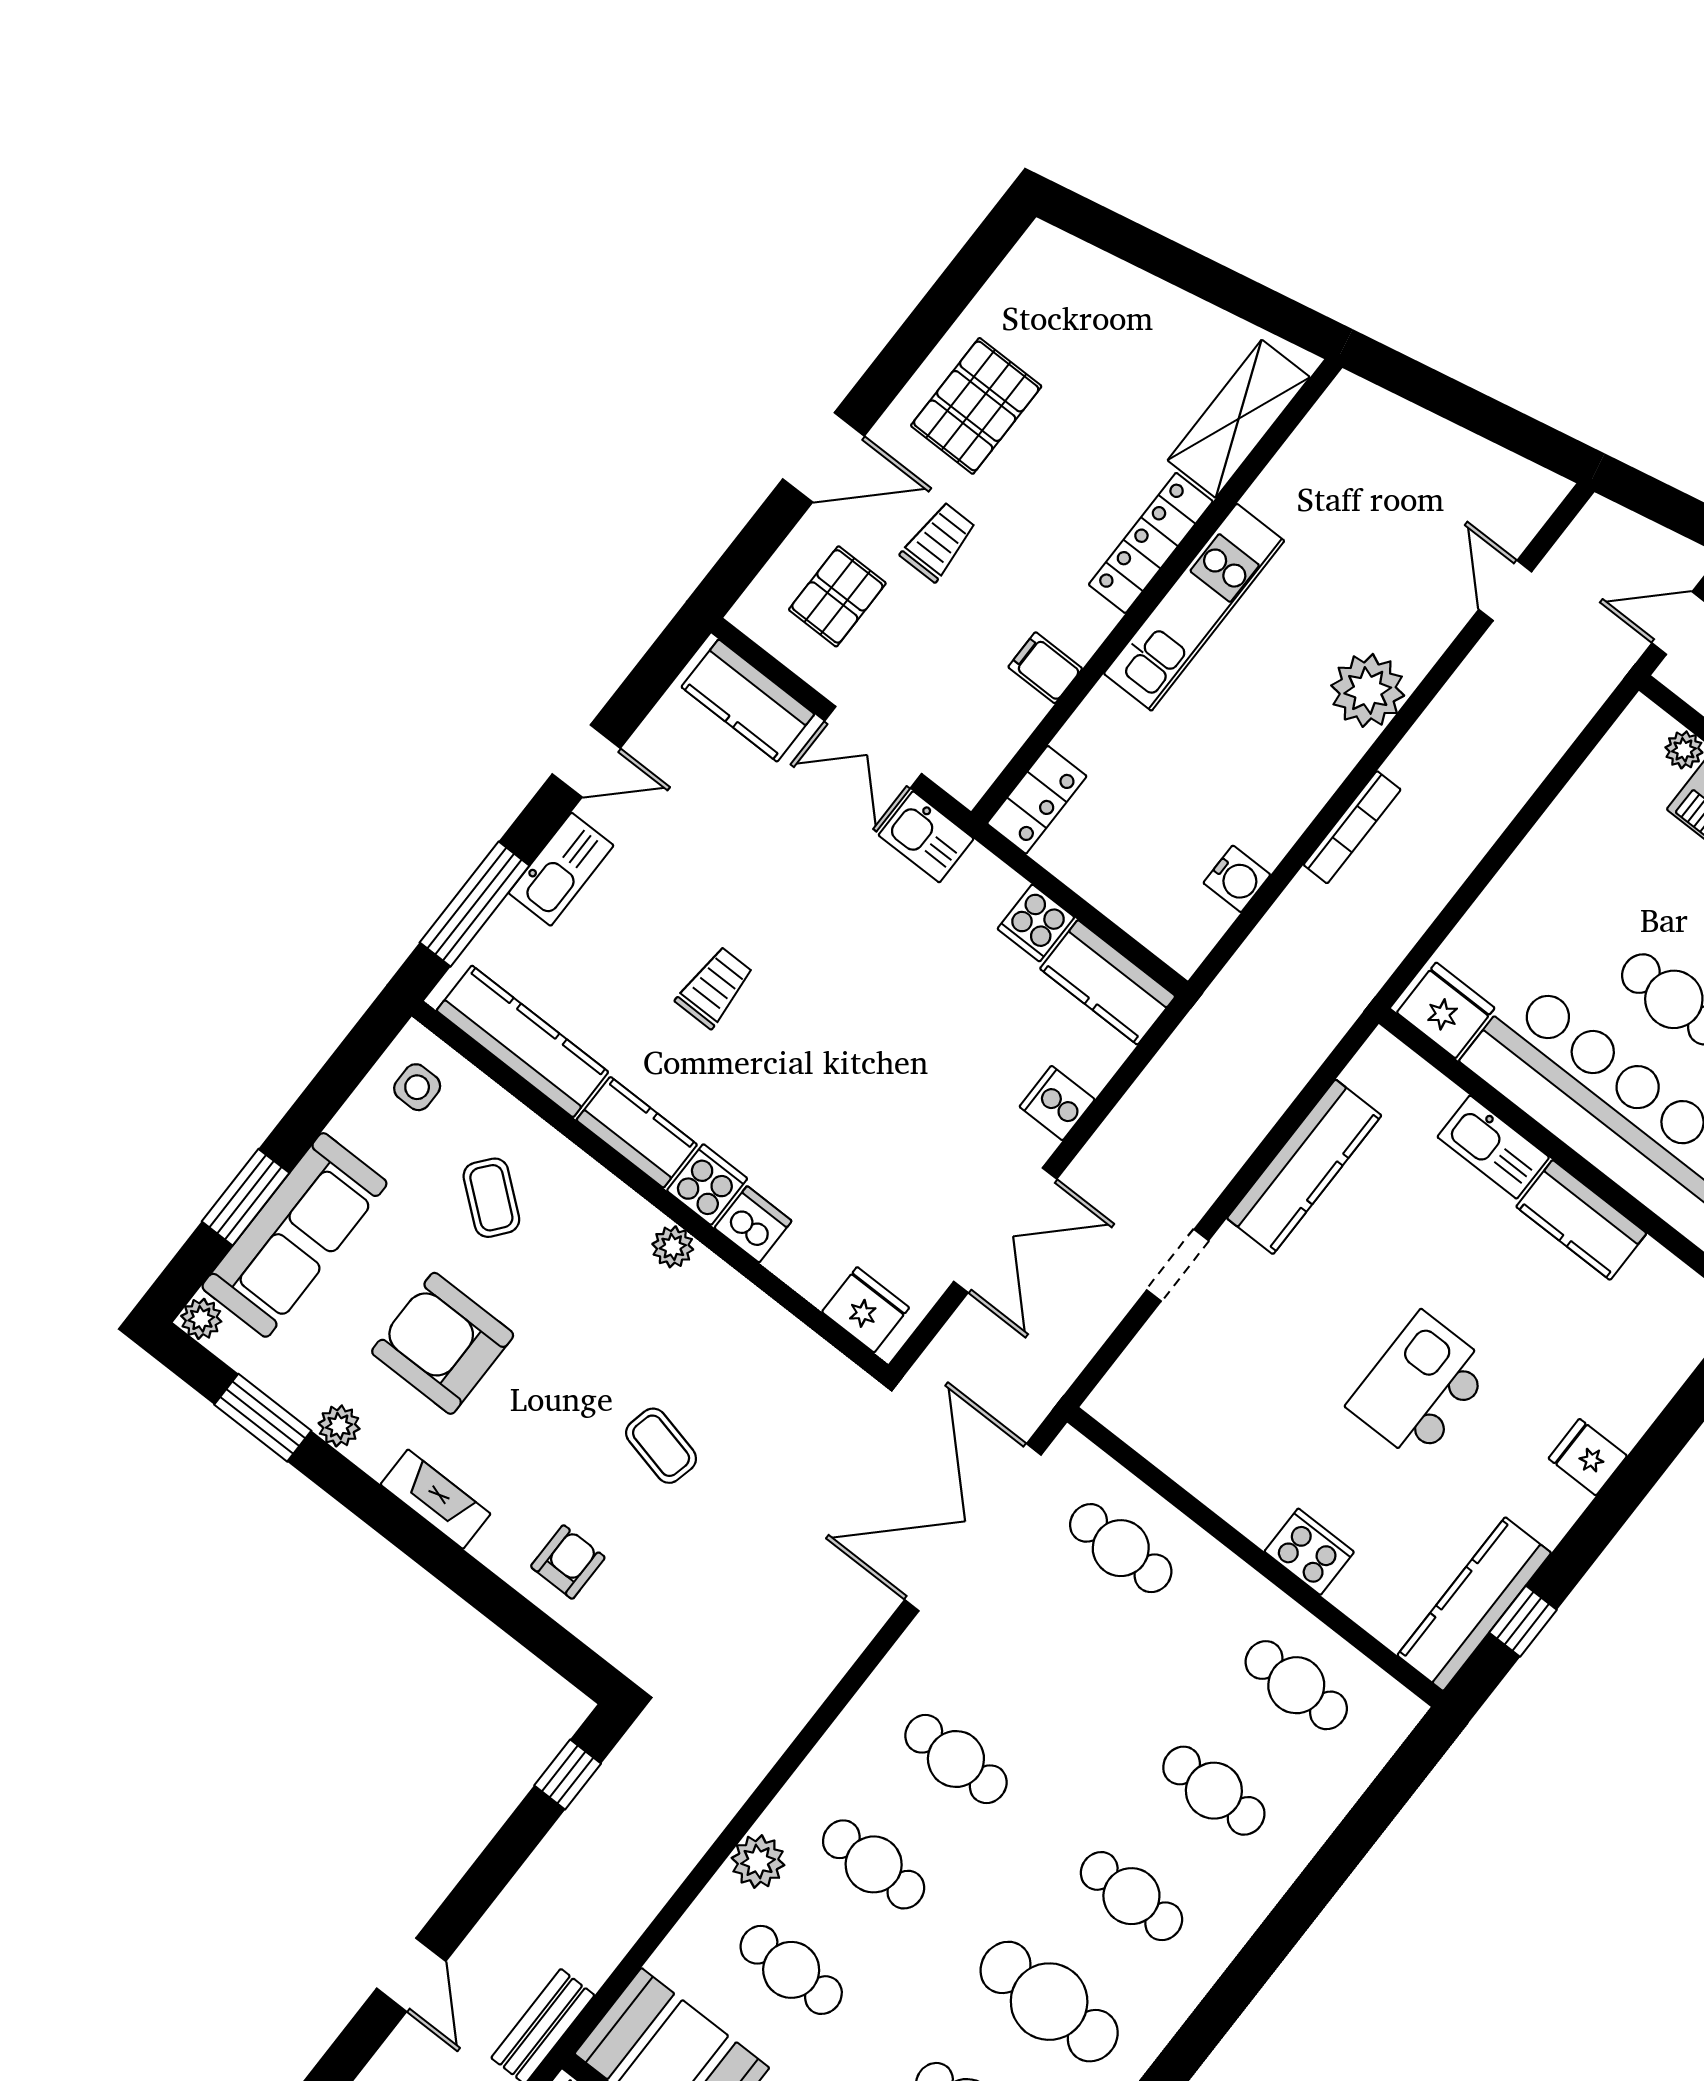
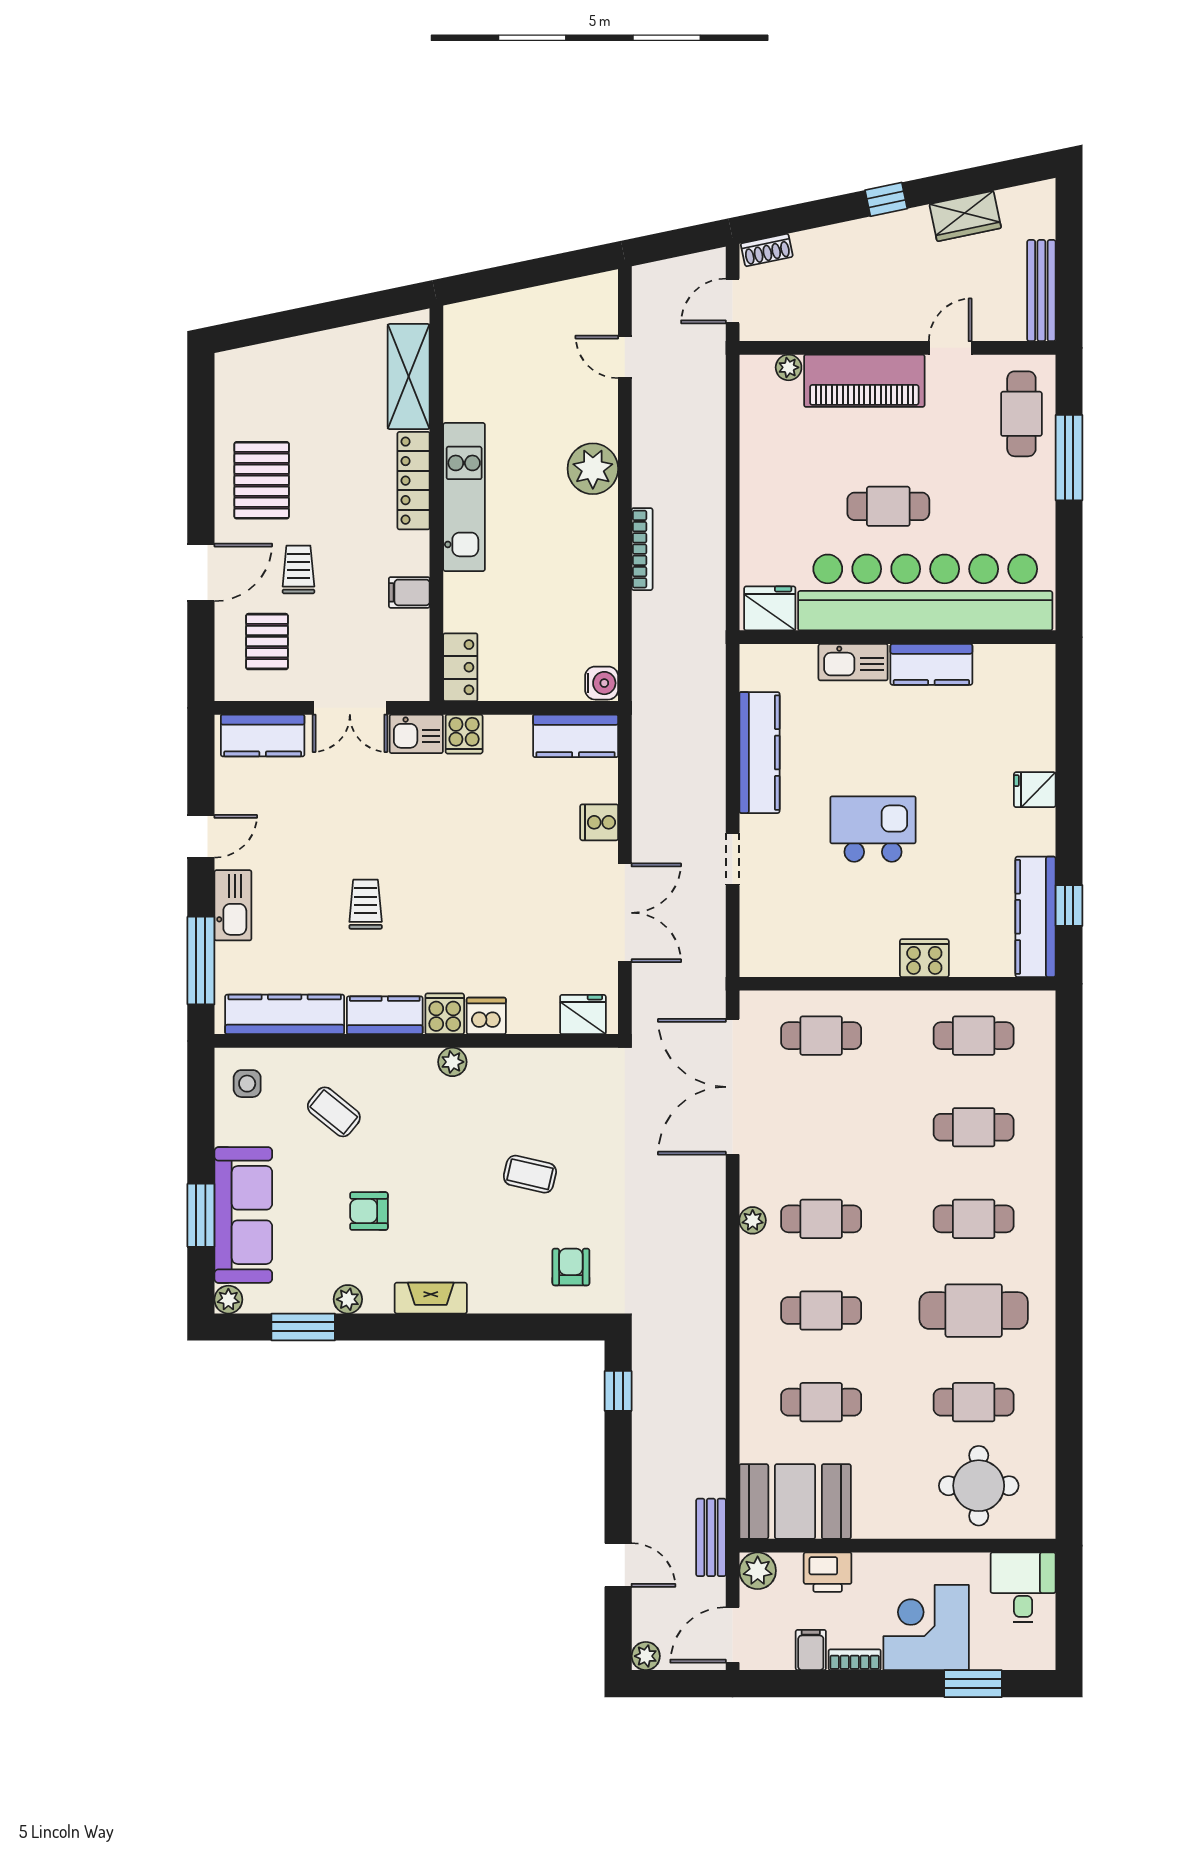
water cooler: (1237, 879) -> (602, 683), moved
cooker: (1036, 923) -> (464, 734), moved
armchair: (443, 1343) -> (369, 1211), width x0.53, depth x0.53
kitchen island: (1420, 1387) -> (873, 829), moved, turned 90
armchair: (568, 1562) -> (571, 1267), moved
plant: (758, 1861) -> (753, 1220), moved, width x0.73, depth x0.73

